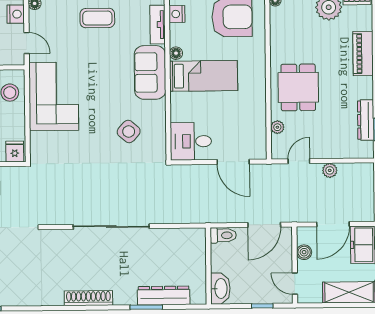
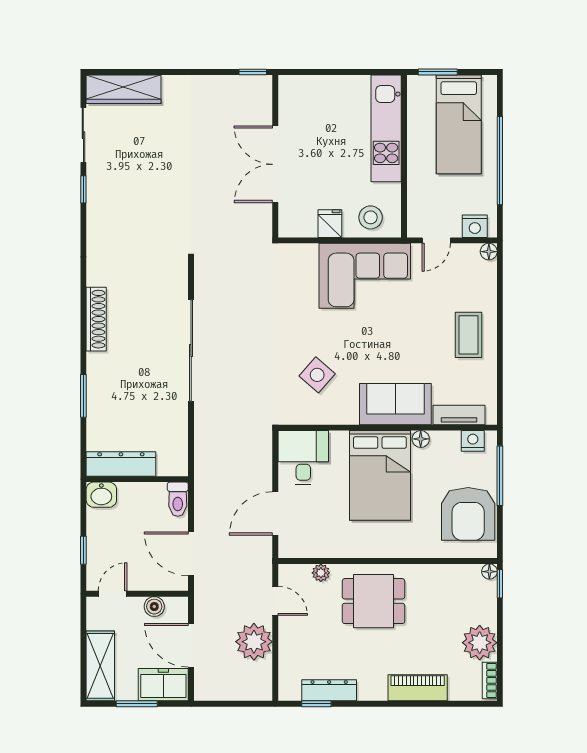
bed: (204, 76) -> (380, 475), width x1.50
fridge: (15, 152) -> (330, 224), moved, turned -90
plant: (330, 170) -> (254, 642), width x1.88, depth x1.88
washbasin: (220, 288) -> (101, 495), width x0.72
dresser: (164, 295) -> (121, 464), moved, turned -90

